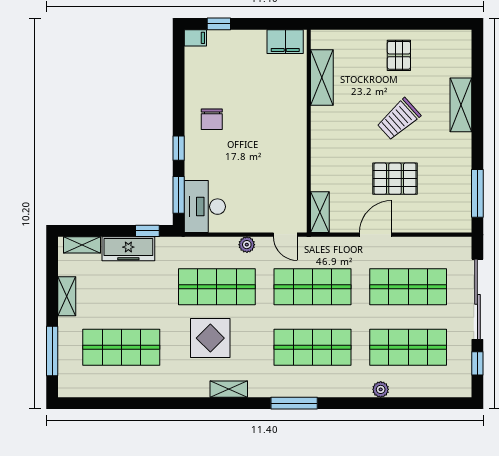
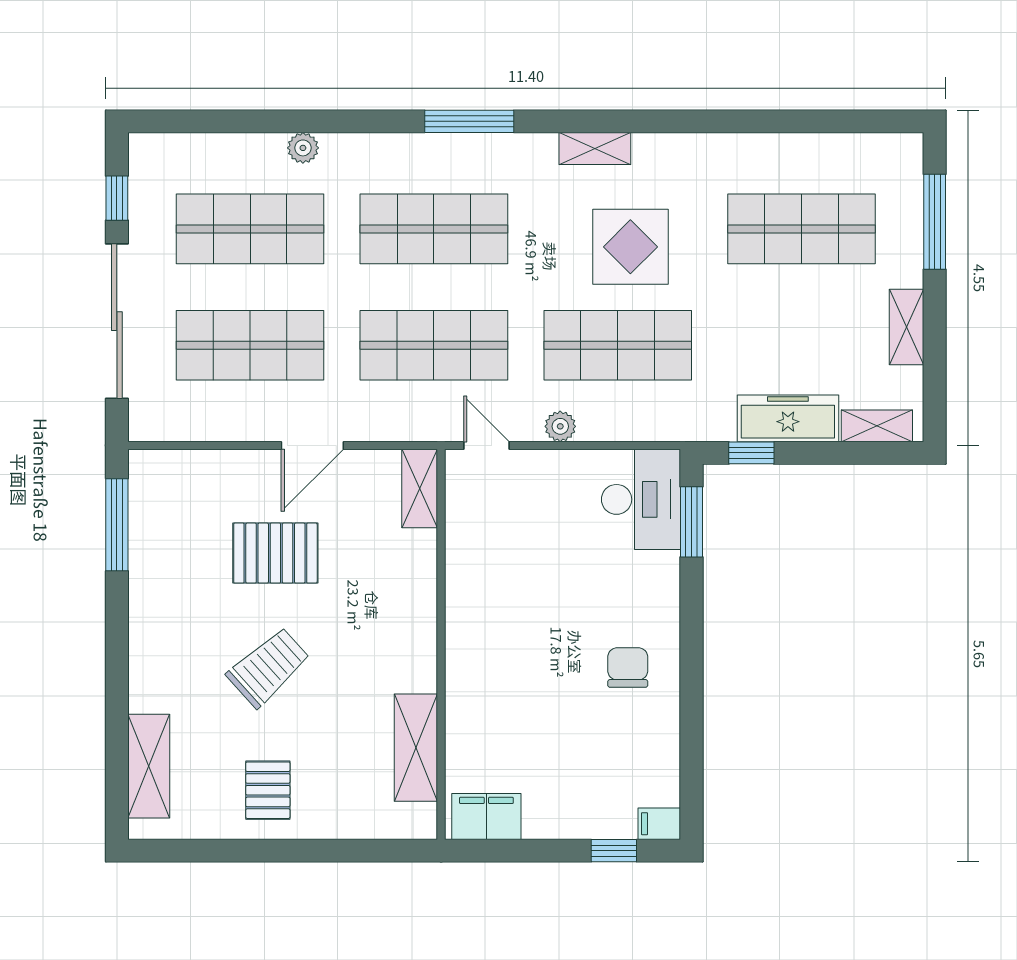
shelving: (461, 105) -> (149, 766), moved
window: (179, 148) -> (692, 612), removed

